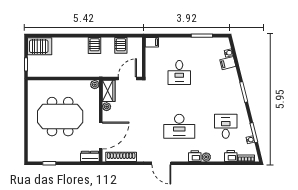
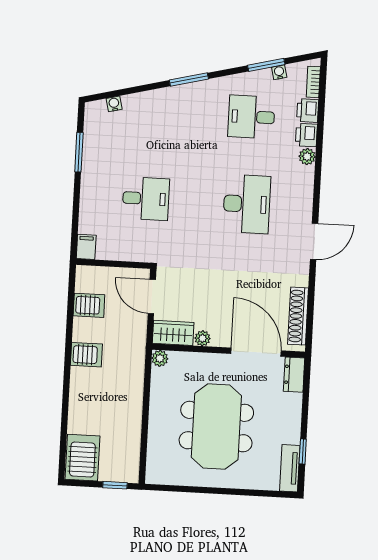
filing cabinet: (228, 63) -> (133, 106), removed
printer: (195, 156) -> (306, 135), moved
tv unit: (40, 157) -> (290, 468), added

